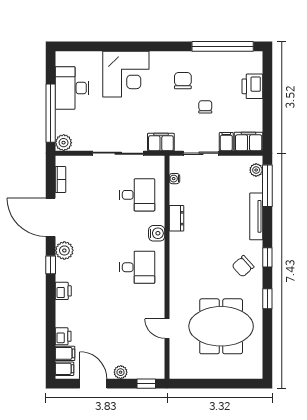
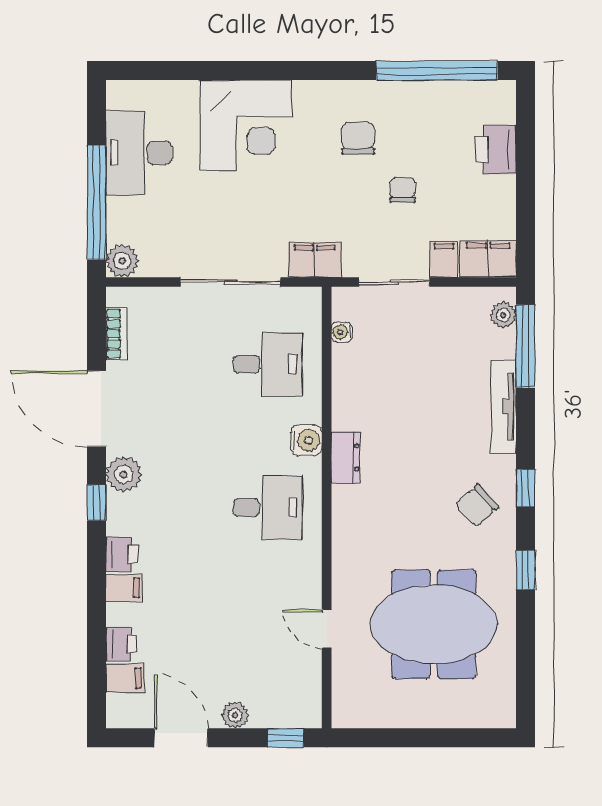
dresser: (176, 218) -> (346, 457), moved
filing cabinet: (64, 369) -> (124, 588), moved

